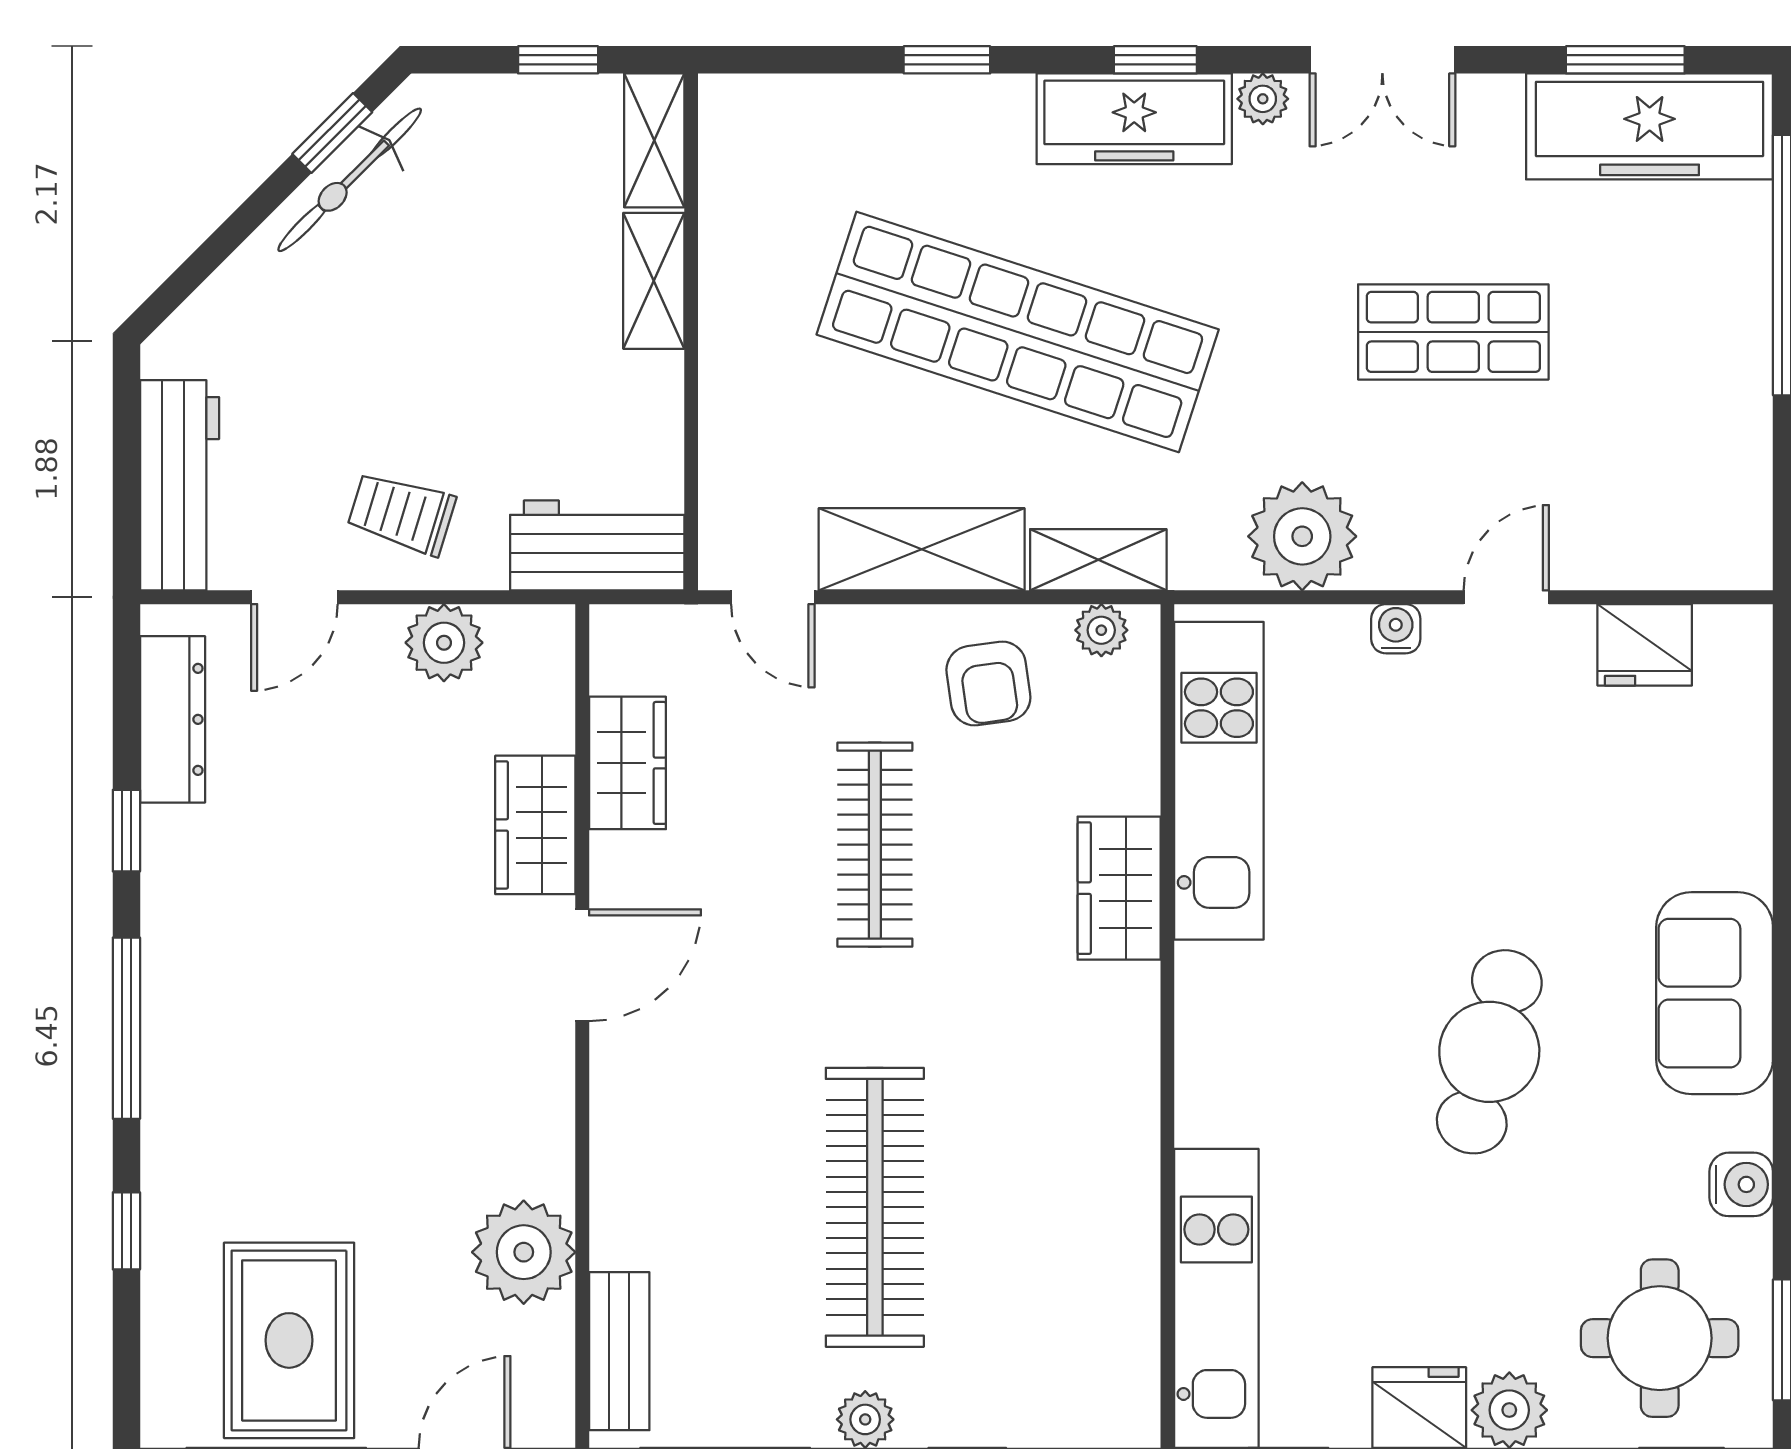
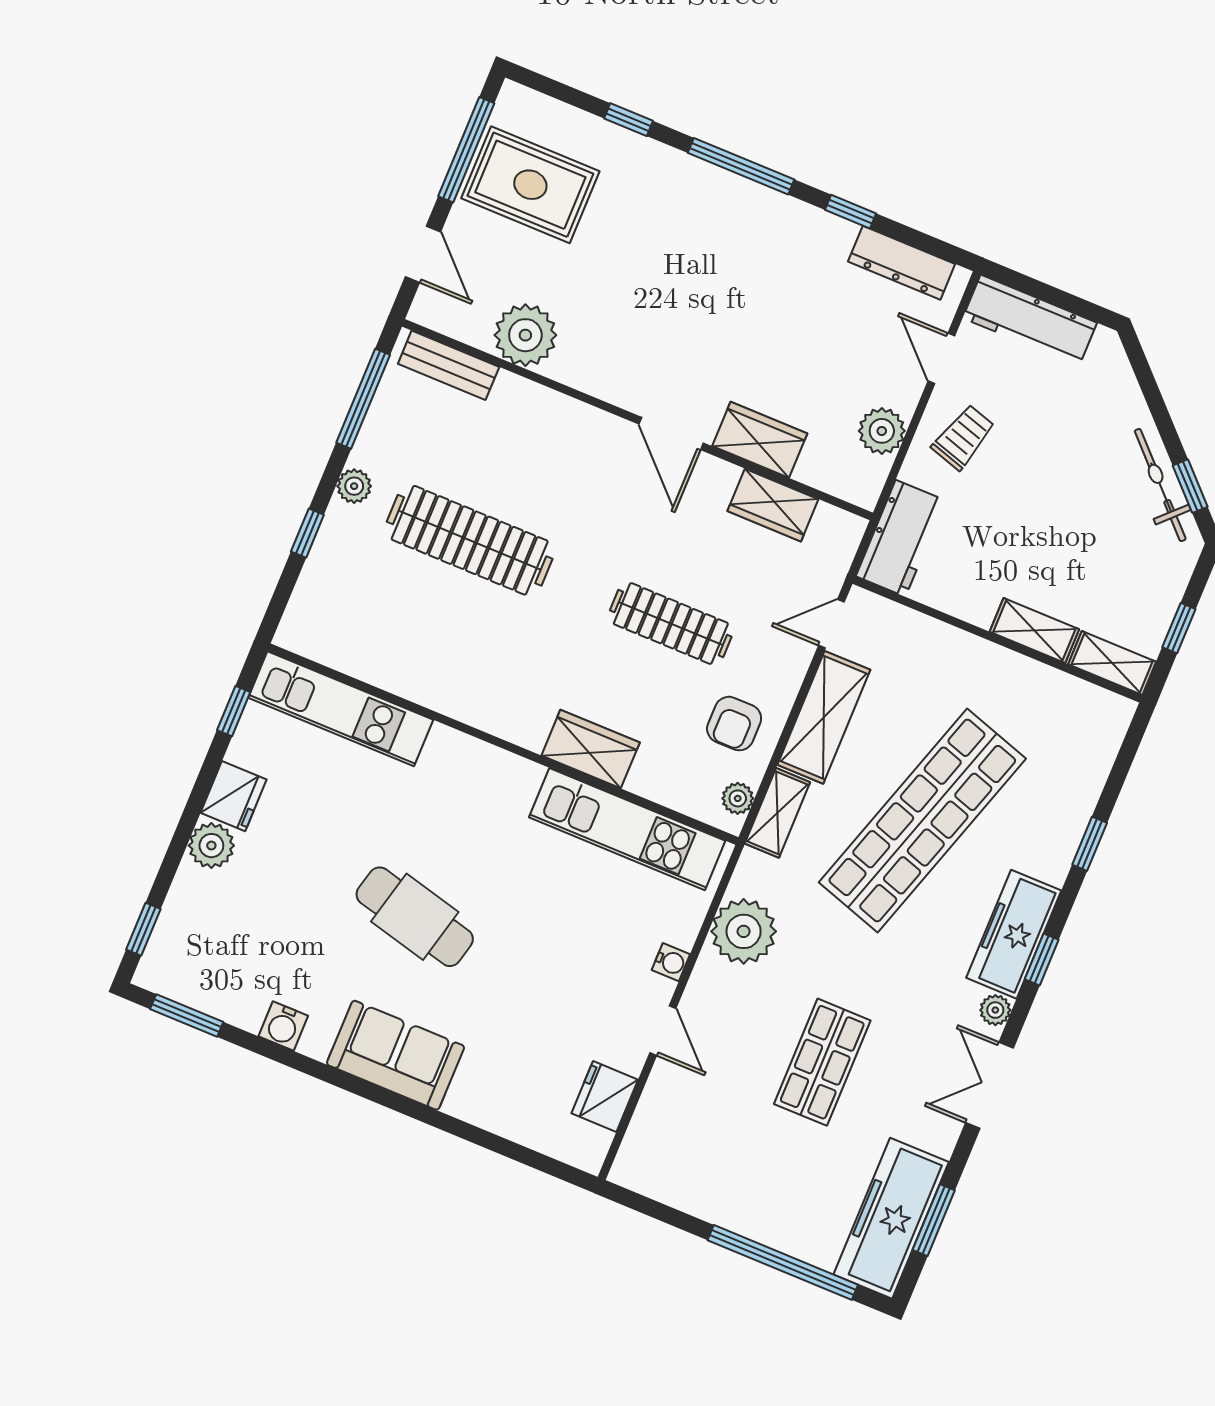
armchair: (988, 683) -> (734, 724), turned -82
round table: (1660, 1338) -> (217, 945), removed

